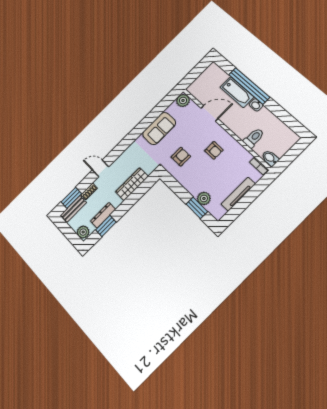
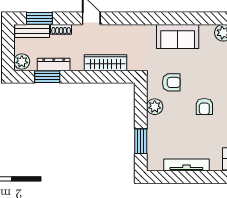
plant: (204, 198) -> (155, 107), moved

